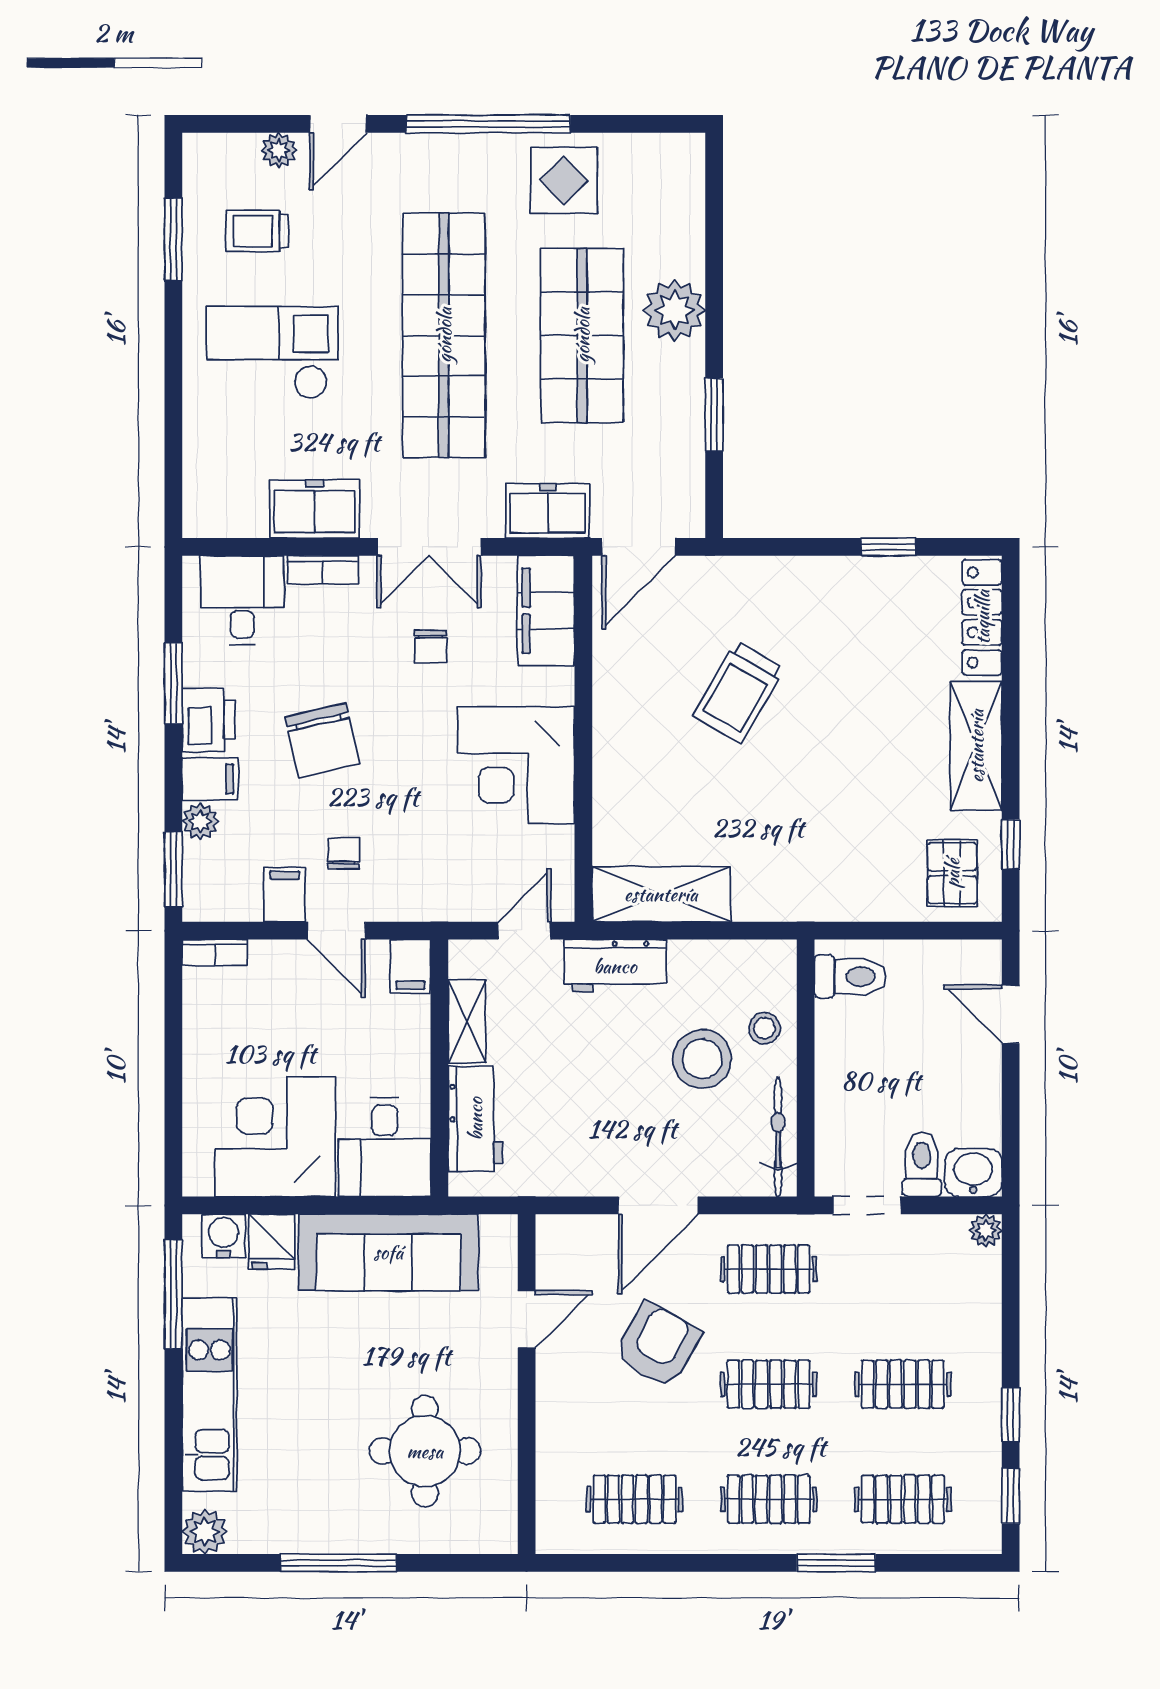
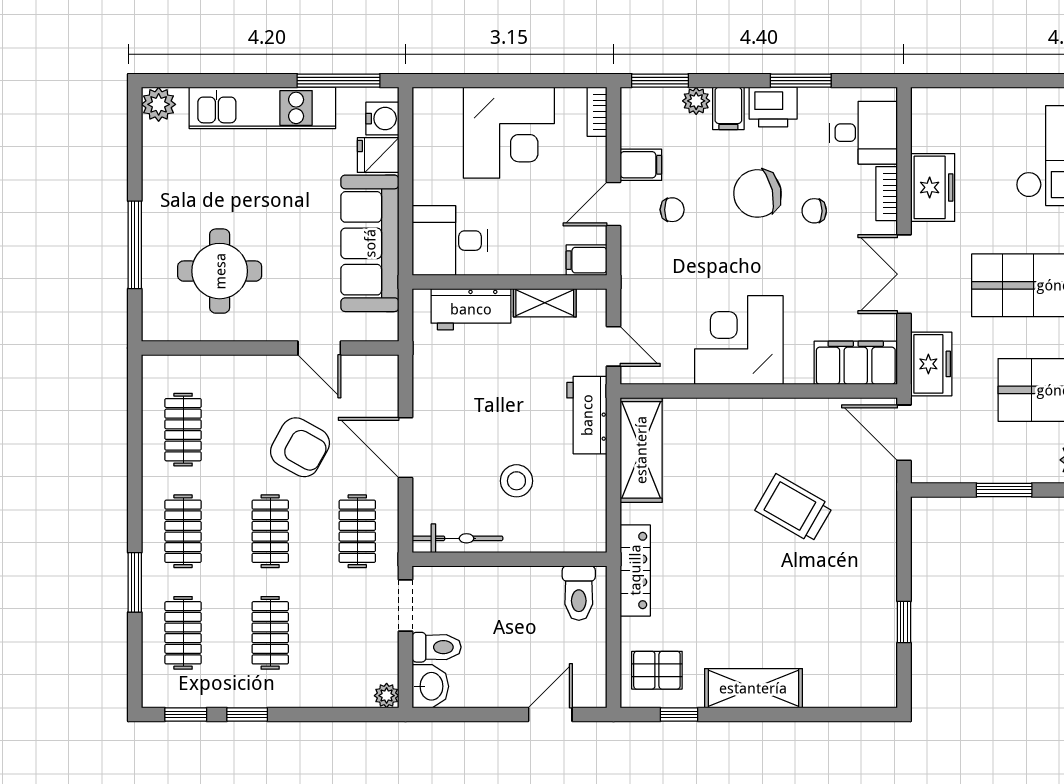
locker: (982, 617) -> (635, 570), moved, turned 90
chair: (431, 646) -> (814, 211), moved
stool: (765, 1028) -> (540, 528), removed
stool: (702, 1059) -> (516, 481), width x0.73, depth x0.73
corner desk: (275, 1137) -> (509, 133), moved, turned 90
window: (338, 1563) -> (135, 245), moved

